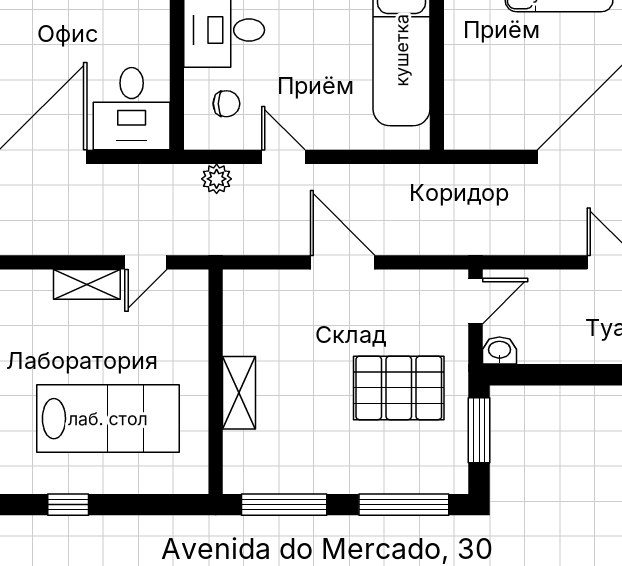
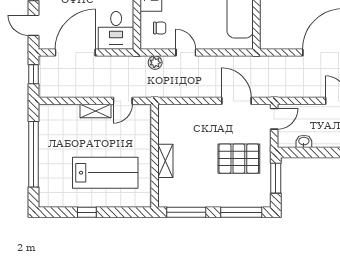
door: (343, 262) -> (237, 101), moved
washbasin: (499, 350) -> (304, 141), moved

